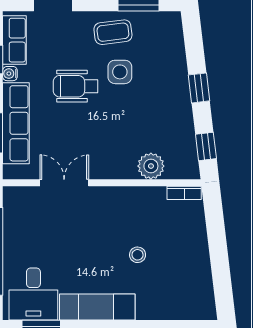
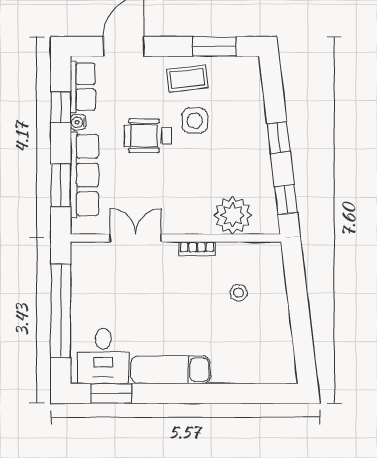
plant: (151, 166) -> (233, 215), width x1.36, depth x1.36
bookcase: (184, 193) -> (197, 249), moved
stool: (138, 255) -> (239, 293), moved

